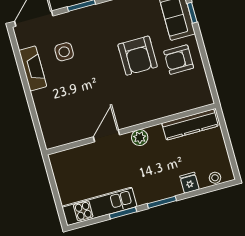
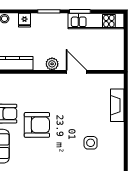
armchair: (138, 56) -> (37, 125), turned 90
fireplace: (33, 68) -> (117, 105), moved
door: (106, 136) -> (76, 72), swing flipped

